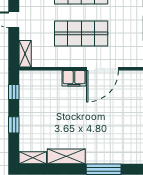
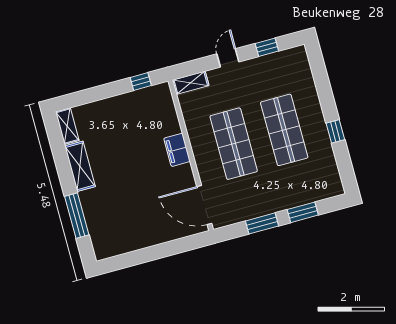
door: (102, 69) -> (204, 205), moved
window: (14, 125) -> (101, 92), removed

